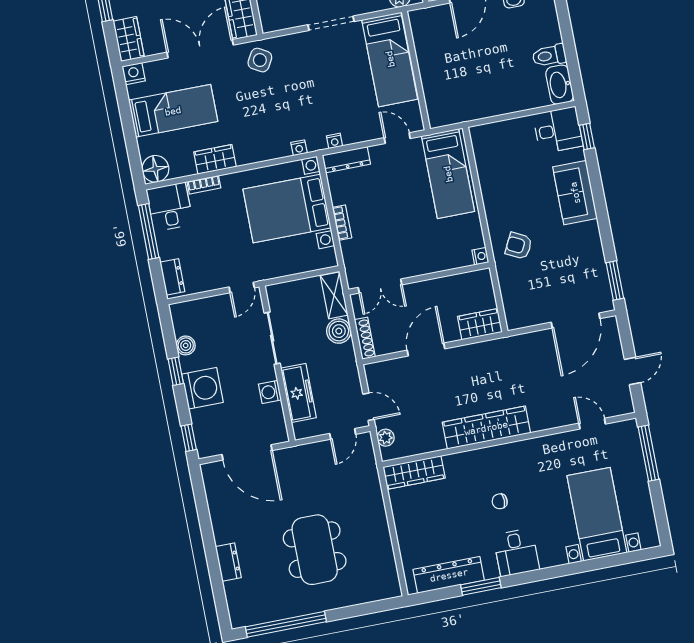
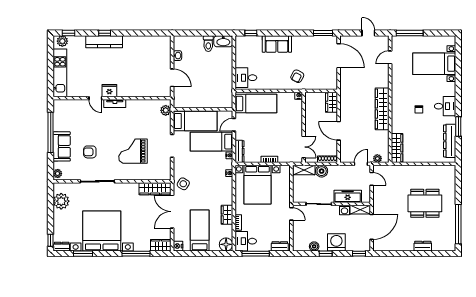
bed: (355, 100) -> (211, 142), added
desk: (558, 130) -> (246, 78), moved, turned -90
shelving: (277, 423) -> (360, 210), added

